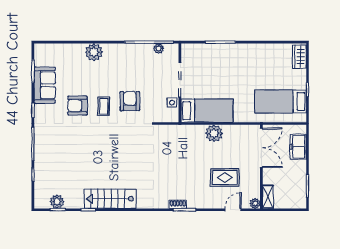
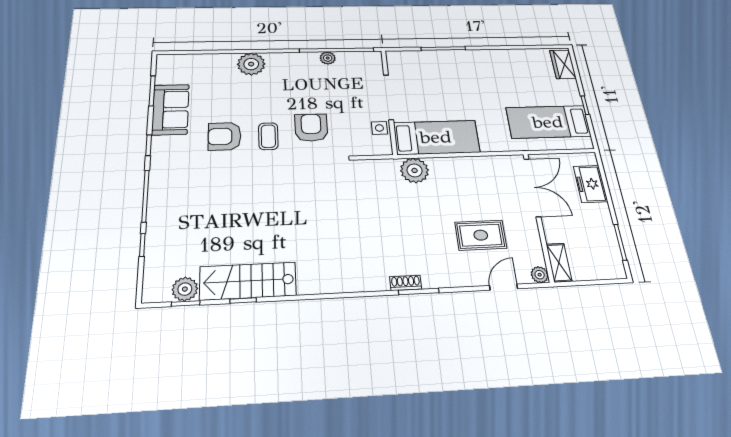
plant: (159, 48) -> (328, 58), moved
plant: (214, 133) -> (415, 170), moved
stairs: (110, 199) -> (248, 281), moved

